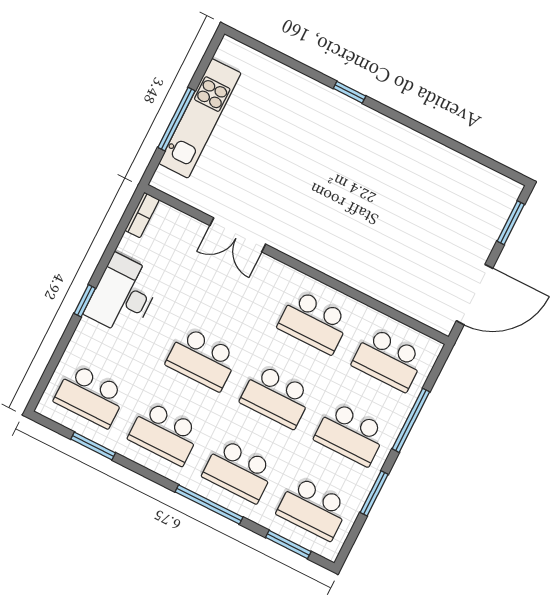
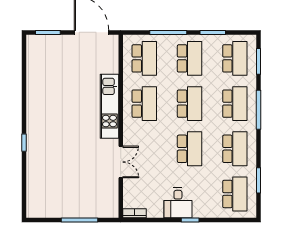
kitchen unit: (200, 118) -> (109, 106), moved, turned -90
desk: (123, 295) -> (178, 203), width x0.73

